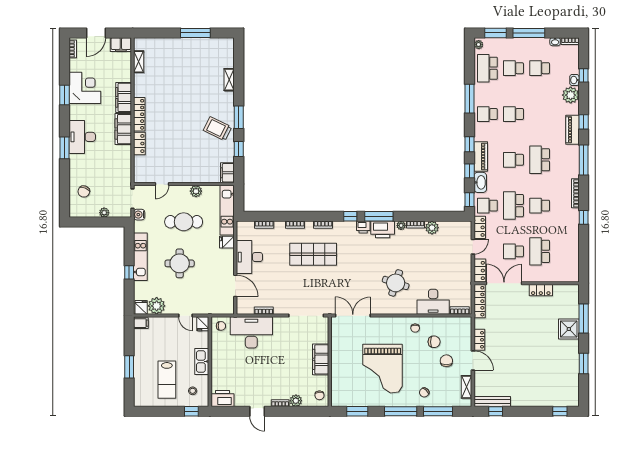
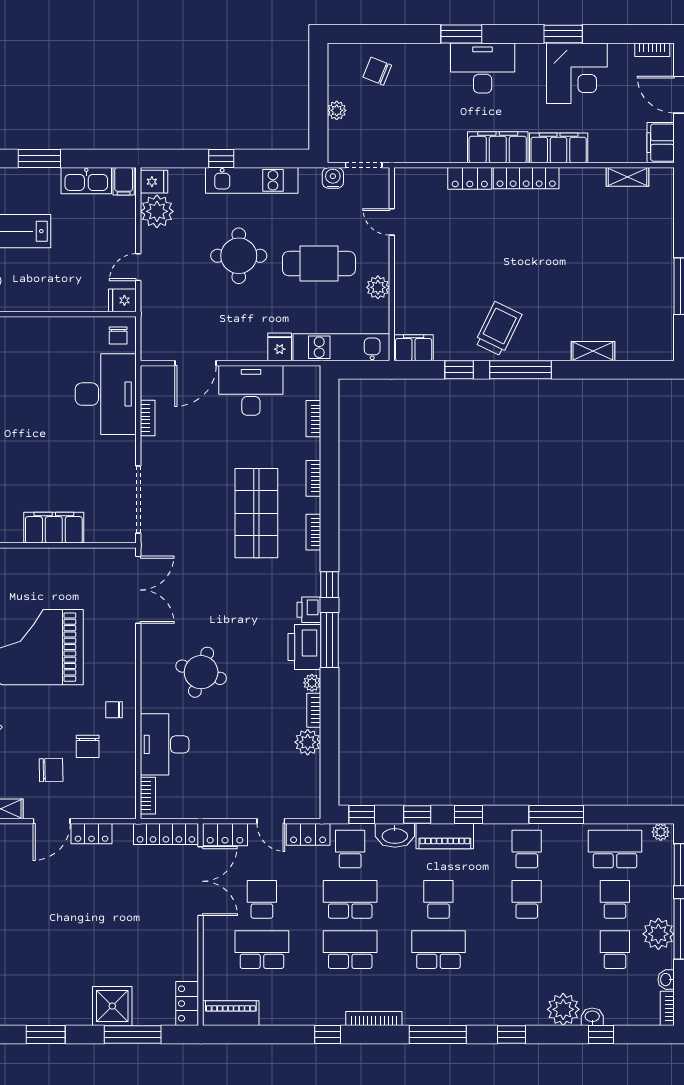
plant: (531, 46) -> (658, 934), added
window: (239, 117) -> (520, 370), width x1.44
piano: (573, 130) -> (231, 1013), moved
school desk: (540, 206) -> (350, 950), width x1.85
cafe table: (184, 222) -> (319, 264), turned 90
locker: (541, 290) -> (187, 1004), moved
kitchen sink: (202, 361) -> (86, 181), moved, turned 180

